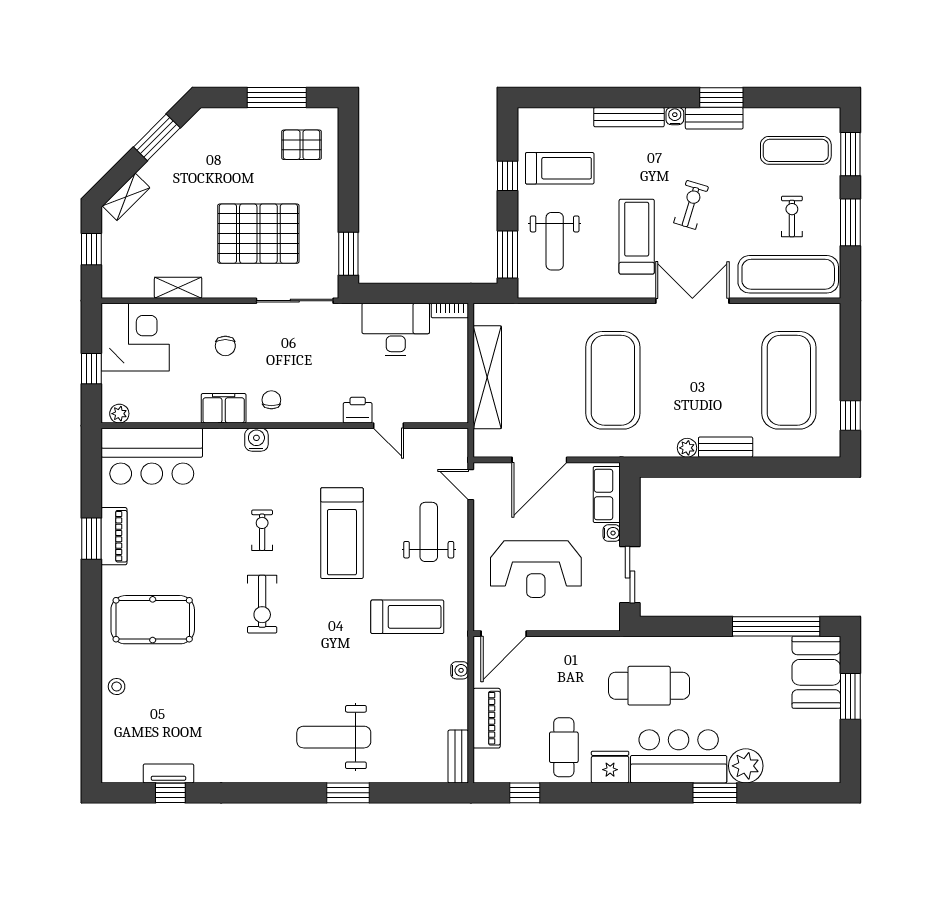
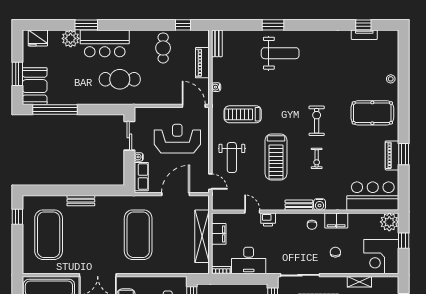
filing cabinet: (455, 382) -> (219, 234), added
plant: (119, 414) -> (389, 222), width x1.88, depth x1.88
bench: (297, 438) -> (299, 205), added
plant: (687, 448) -> (100, 200), removed
treadmill: (342, 533) -> (276, 157), turned 180
door: (504, 634) -> (194, 106), hinge flipped
fridge: (610, 767) -> (38, 38), moved

